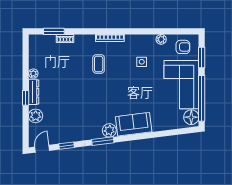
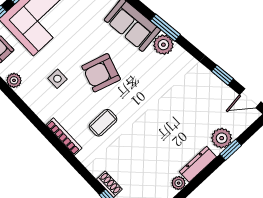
armchair: (124, 86) -> (101, 73), added
window: (26, 98) -> (231, 150), moved
window: (103, 141) -> (165, 28), moved

